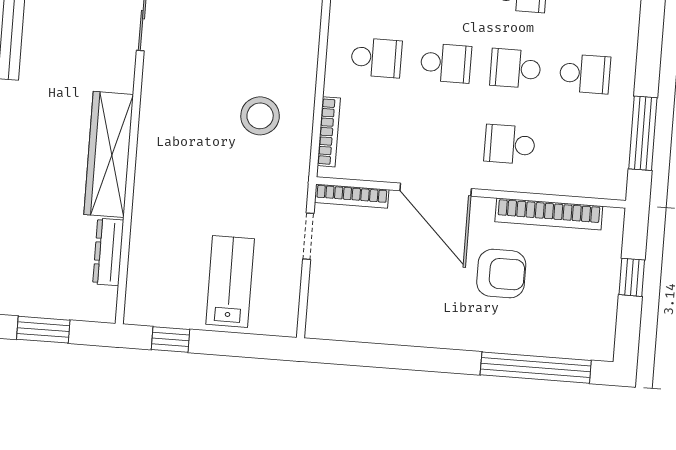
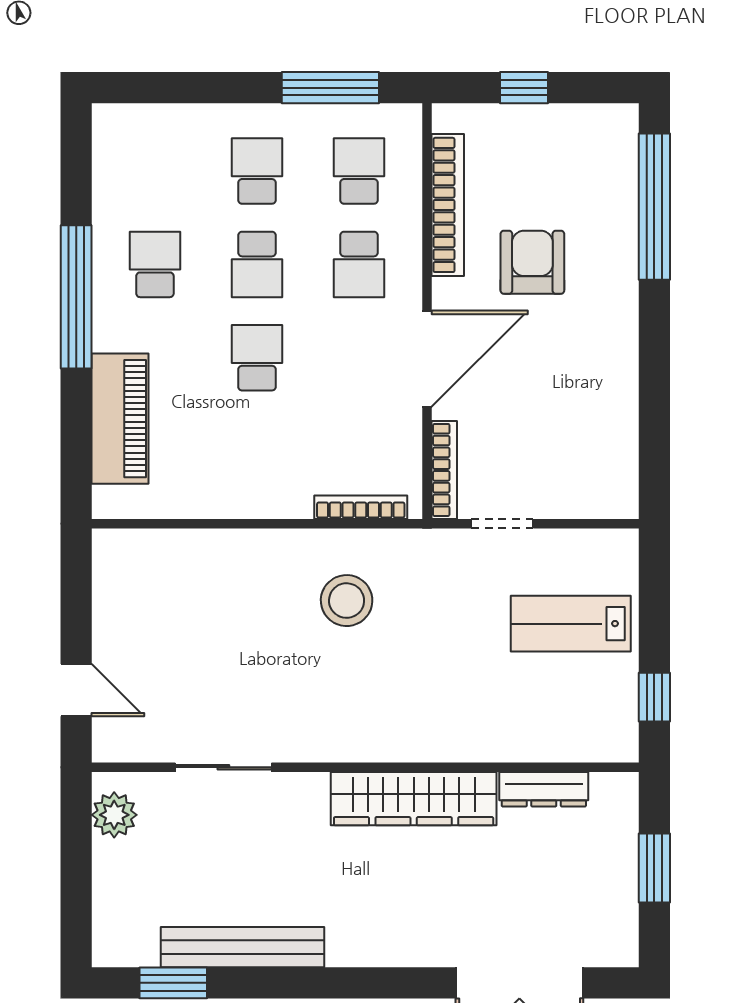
school desk: (376, 58) -> (359, 171), moved

